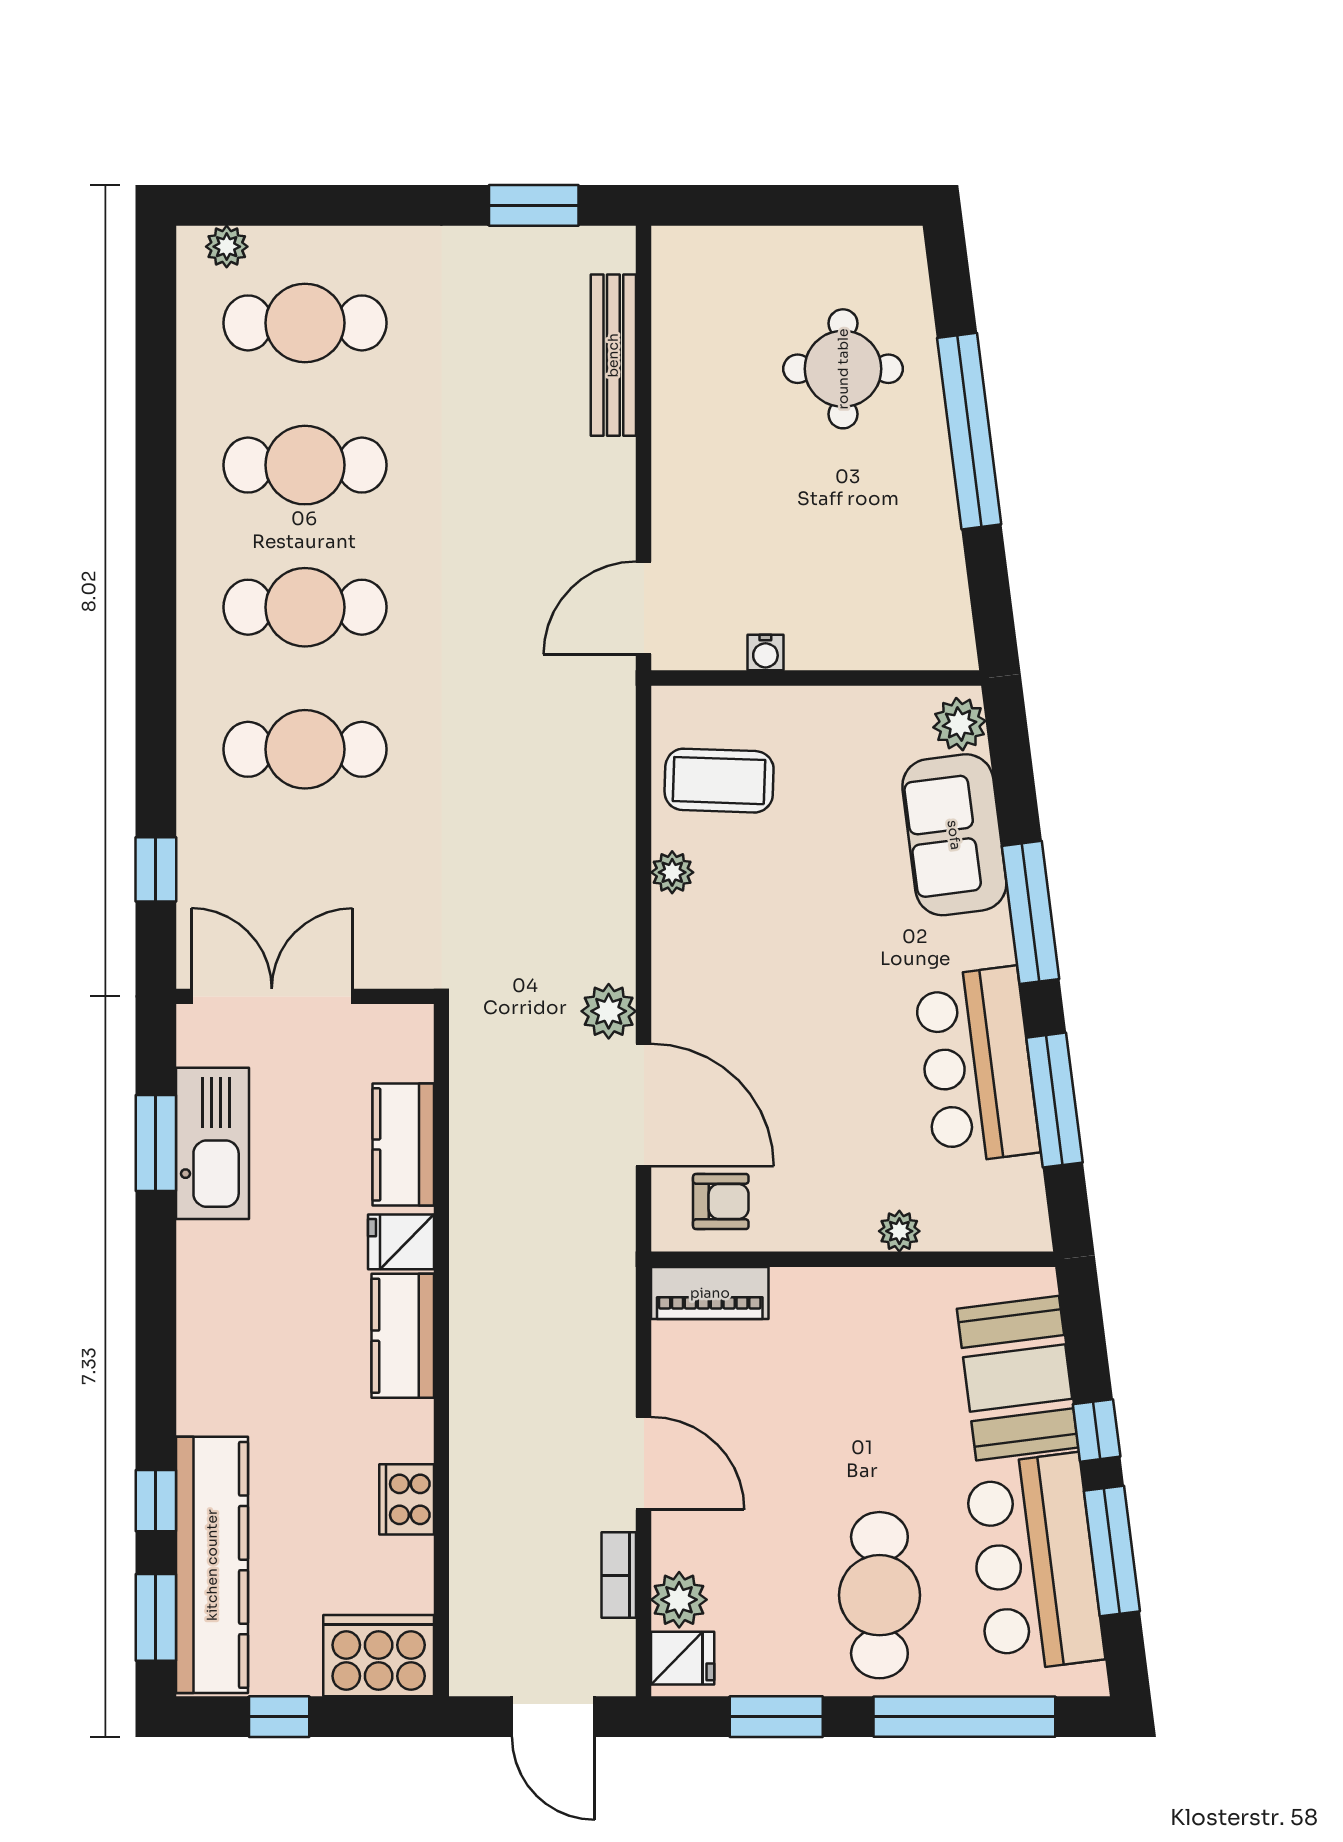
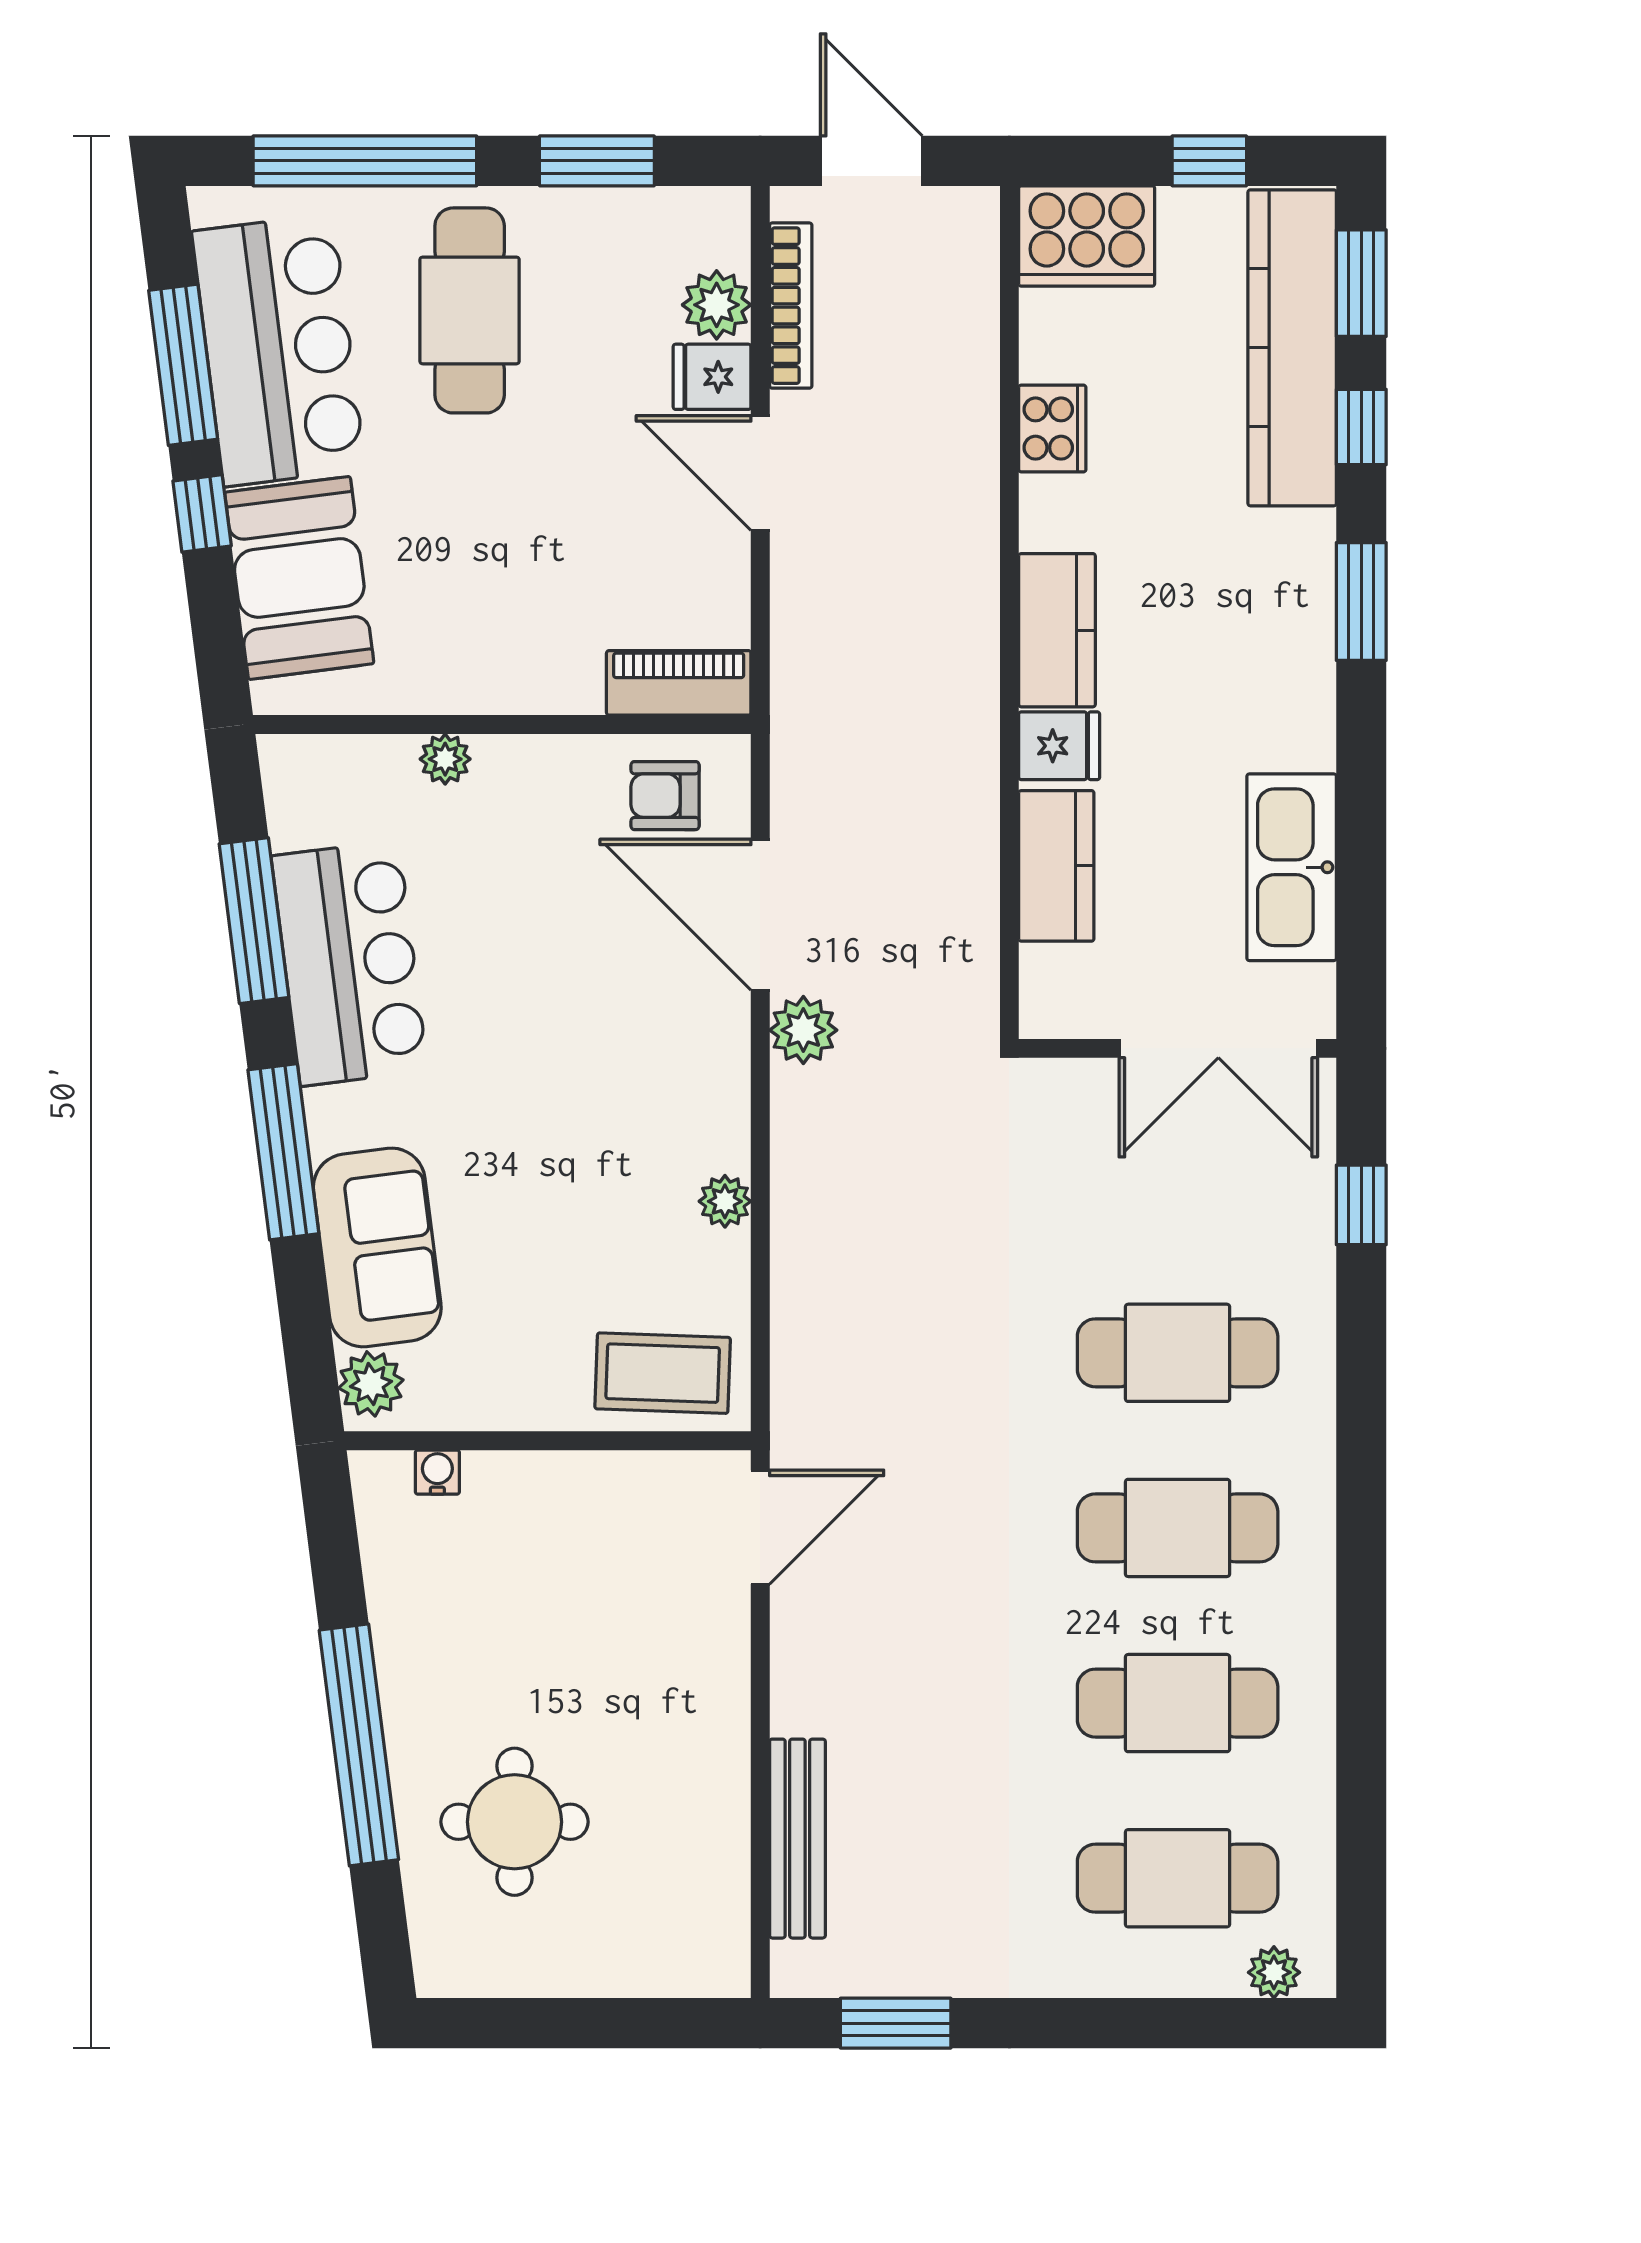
water cooler: (765, 652) -> (437, 1472), moved
coffee table: (719, 781) -> (663, 1373), moved
window: (156, 1143) -> (1361, 601), moved
bookcase: (619, 1575) -> (791, 306), width x1.56
fridge: (683, 1658) -> (712, 377), moved

